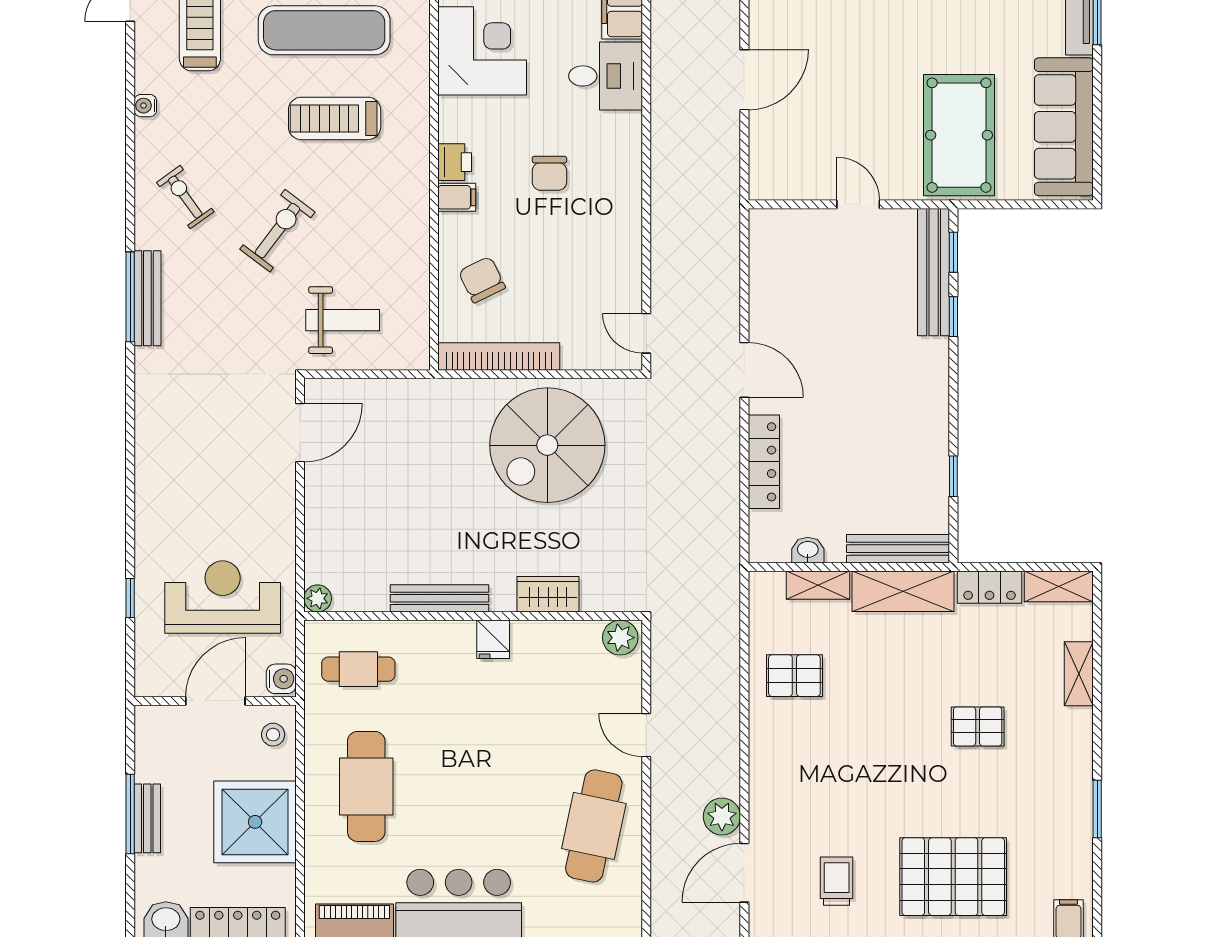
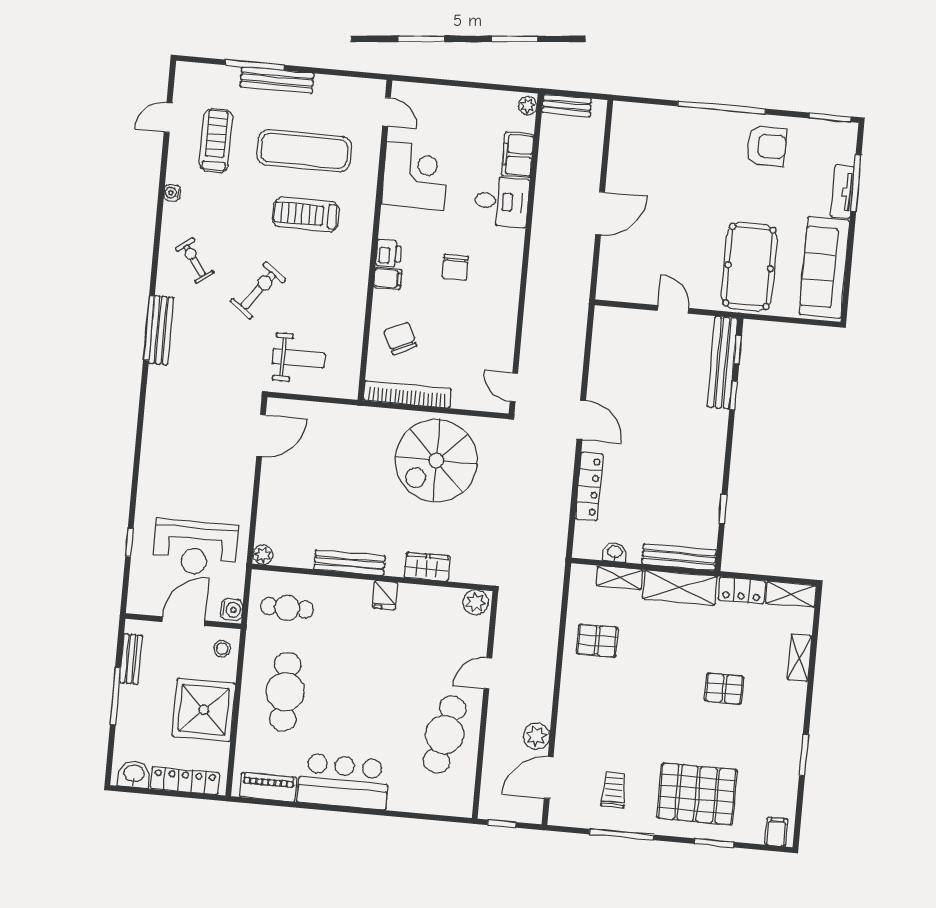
reception desk: (223, 597) -> (195, 548), turned 180
door: (646, 735) -> (488, 673), hinge flipped
bench: (147, 818) -> (131, 659), moved

